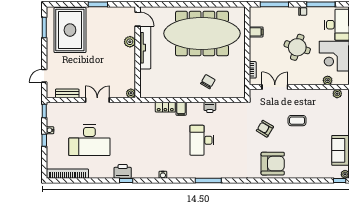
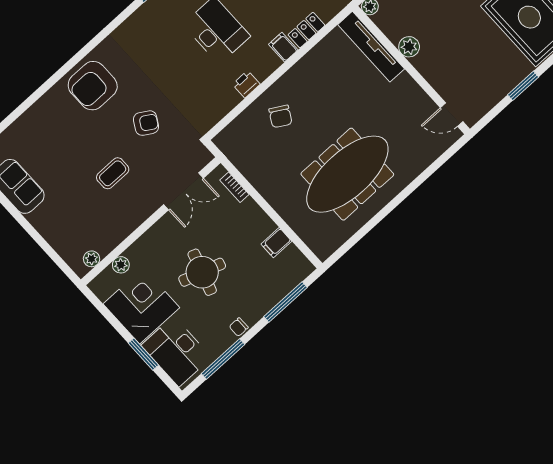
meeting table: (202, 33) -> (347, 174), width x0.73, depth x0.79
plant: (130, 42) -> (409, 47), moved
tv unit: (145, 48) -> (371, 47), moved

